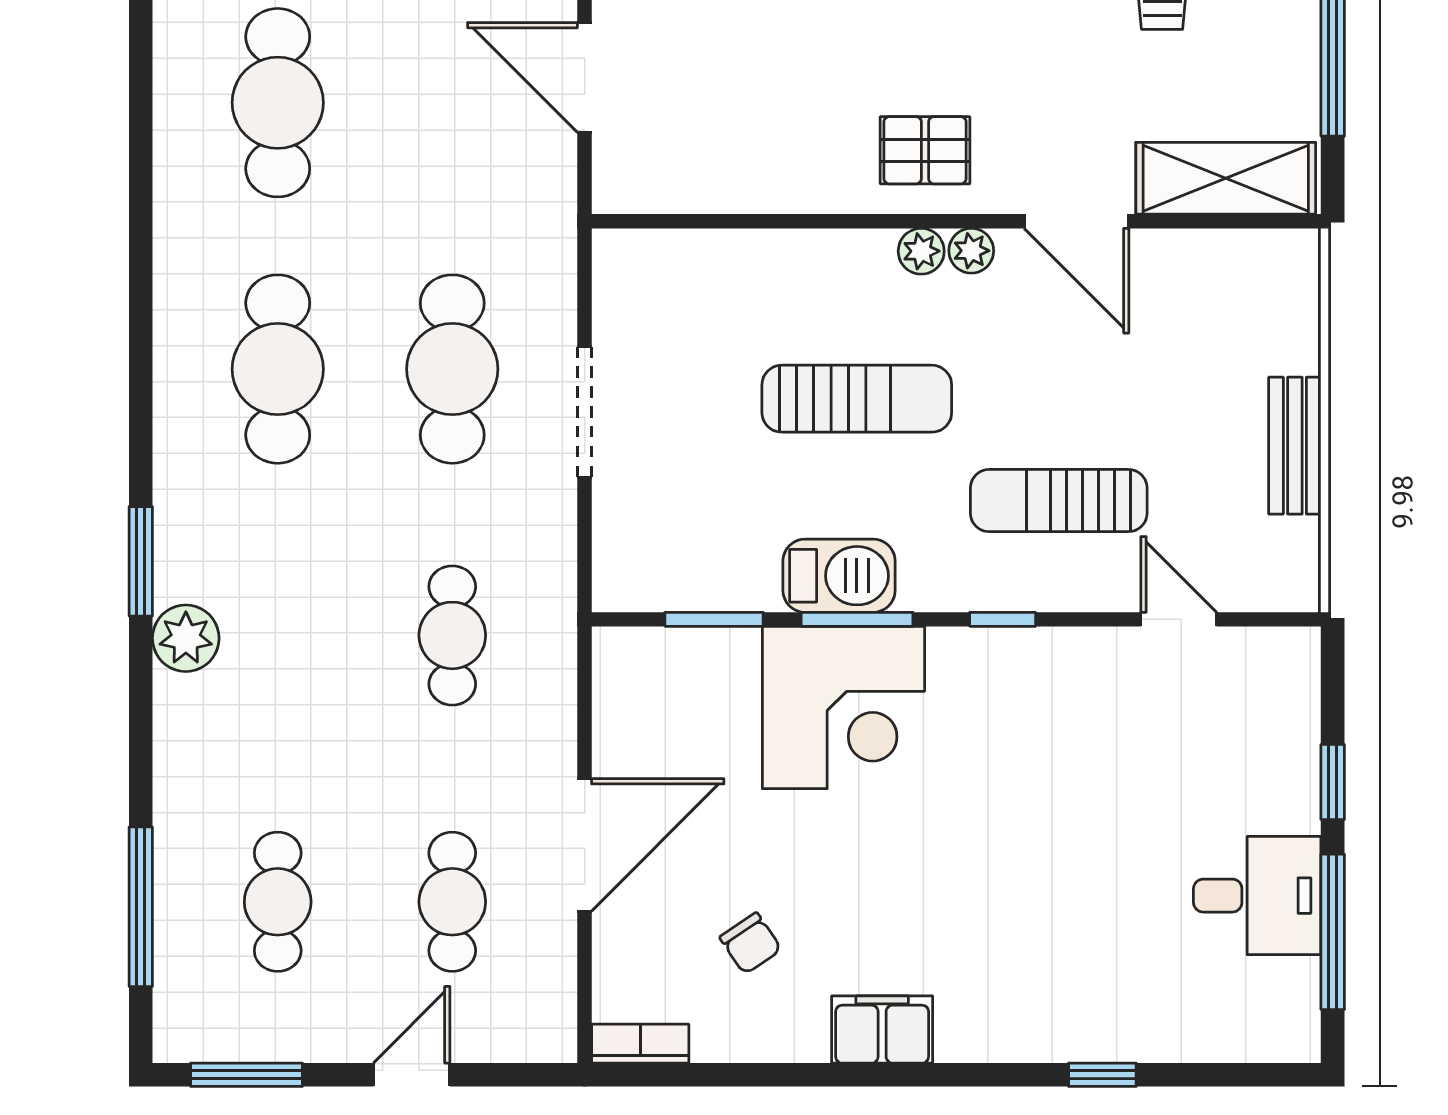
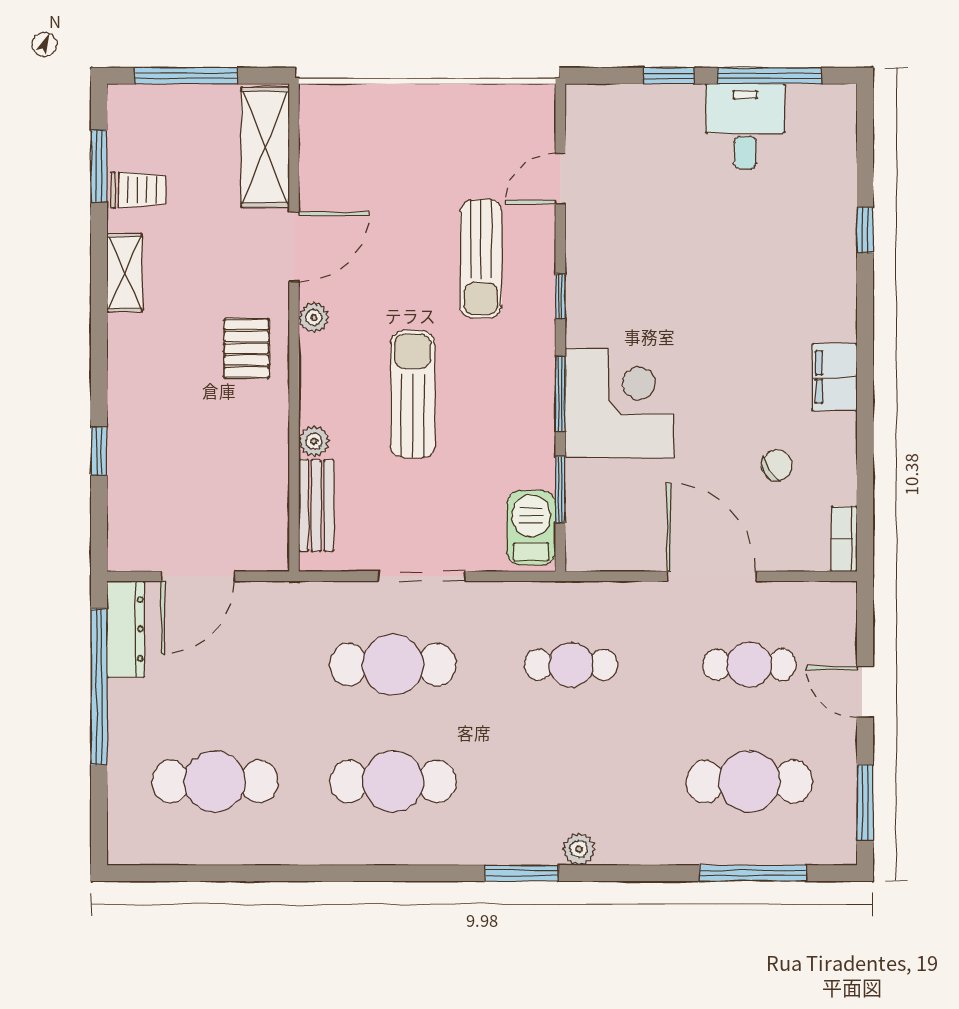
plant: (921, 251) -> (314, 441), moved
bench: (1295, 446) -> (316, 506), moved, turned 90
barbecue: (839, 576) -> (531, 528), moved
plant: (186, 638) -> (579, 849), width x0.73, depth x0.73
cafe table: (278, 902) -> (749, 781), width x1.37, depth x1.35

